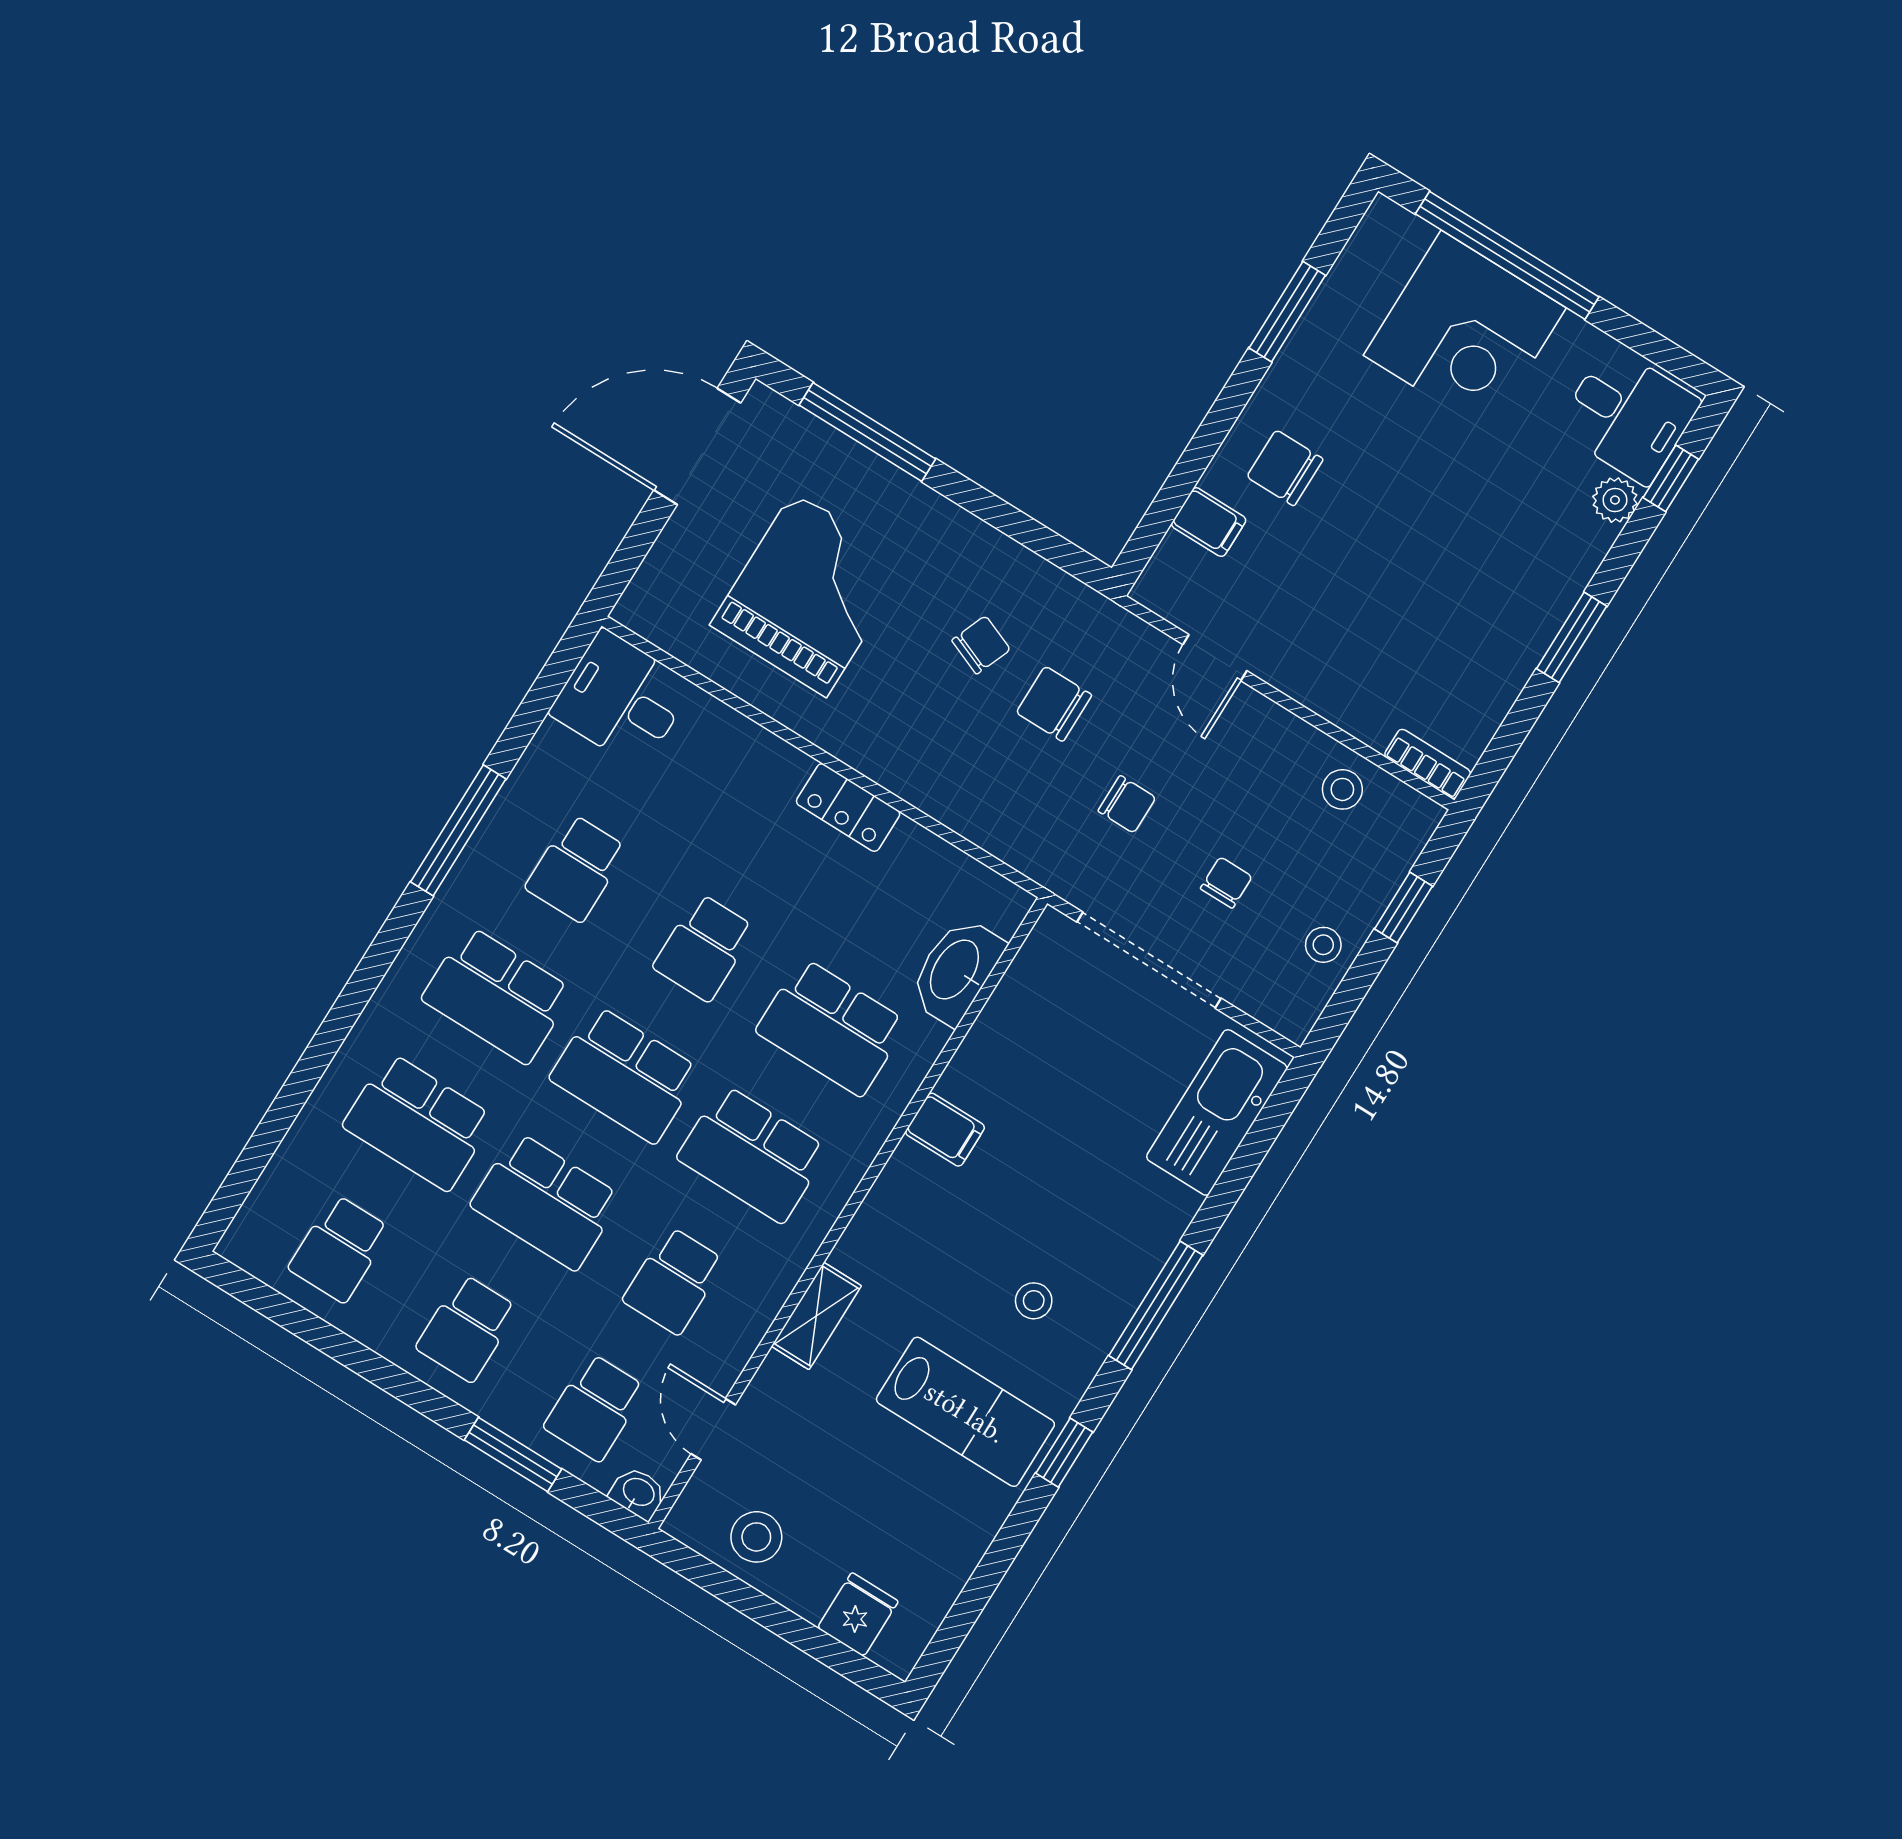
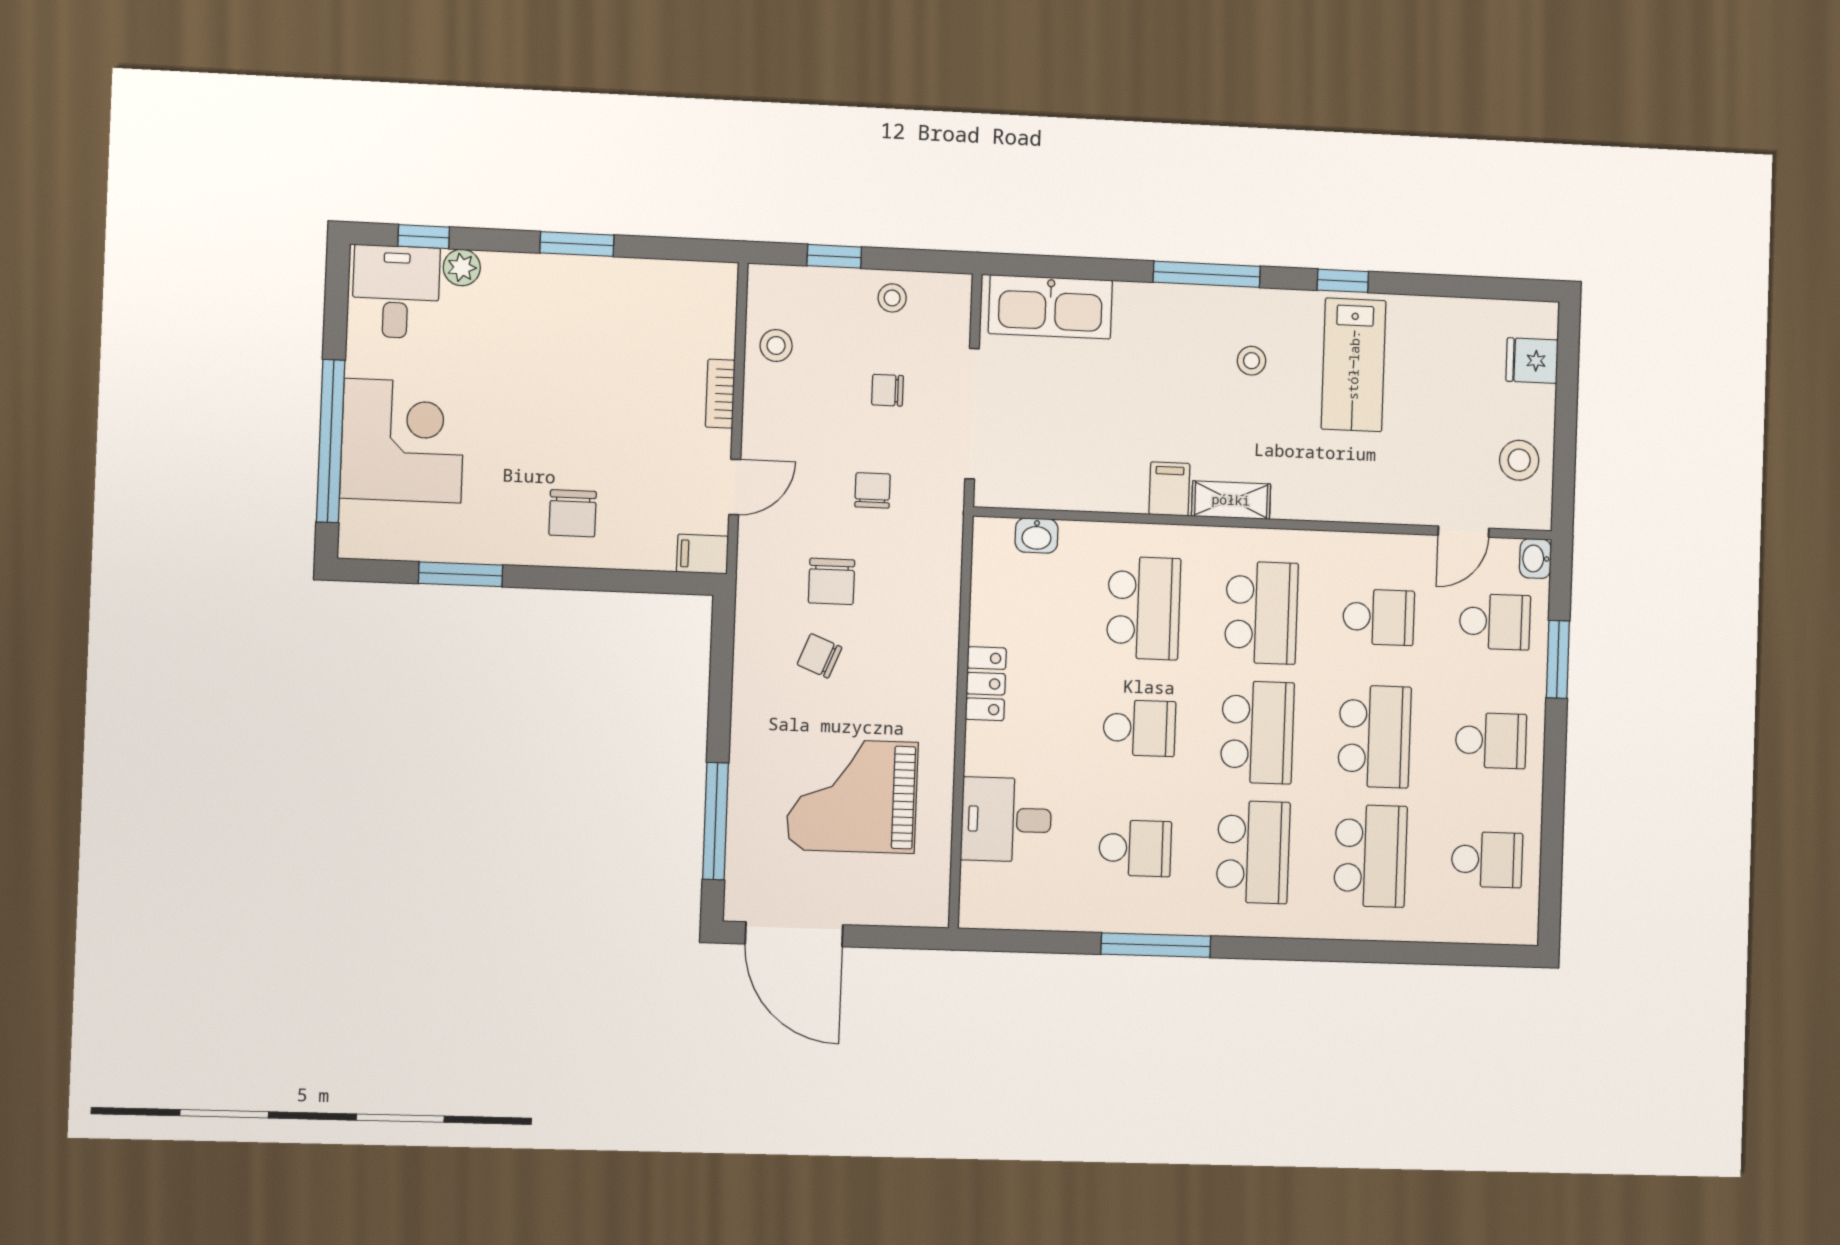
filing cabinet: (1209, 522) -> (702, 554), moved, turned -90
desk: (622, 699) -> (1006, 820), moved, turned 90
bookcase: (1428, 764) -> (720, 394), moved
washbasin: (956, 970) -> (1037, 535), width x0.52, depth x0.69
shelving: (816, 1316) -> (1231, 500), moved
lab bench: (965, 1412) -> (1354, 365), turned 180

